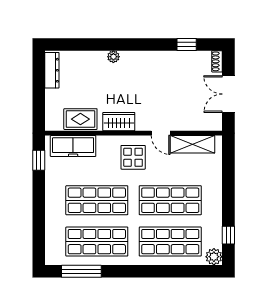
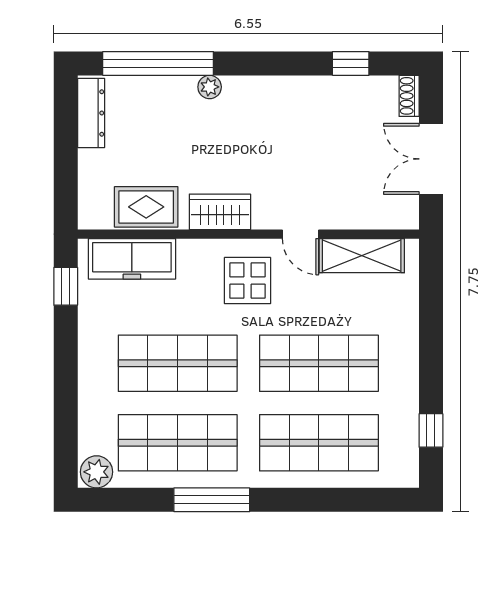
window: (87, 44) -> (158, 63), added
plant: (214, 257) -> (97, 472), moved
window: (81, 271) -> (212, 500), moved

